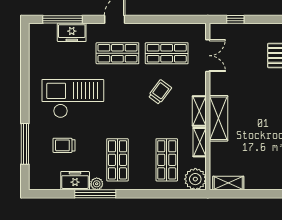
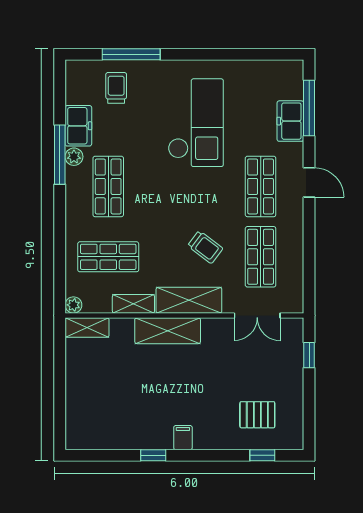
shelving: (199, 111) -> (189, 300), width x1.50, depth x1.33
trolley: (64, 145) -> (116, 88), moved
shop shelf: (117, 160) -> (108, 186), turned 90
plant: (195, 179) -> (73, 305), width x0.53, depth x0.53
shelving: (228, 183) -> (87, 327), moved, turned 90

